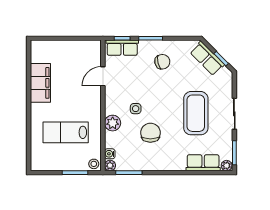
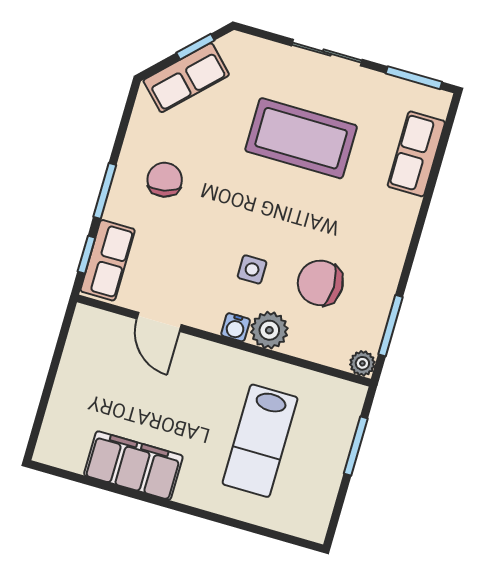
chair: (150, 133) -> (320, 283), moved
water cooler: (110, 154) -> (236, 327), moved
stool: (94, 164) -> (348, 398), removed
plant: (227, 166) -> (438, 103), removed

